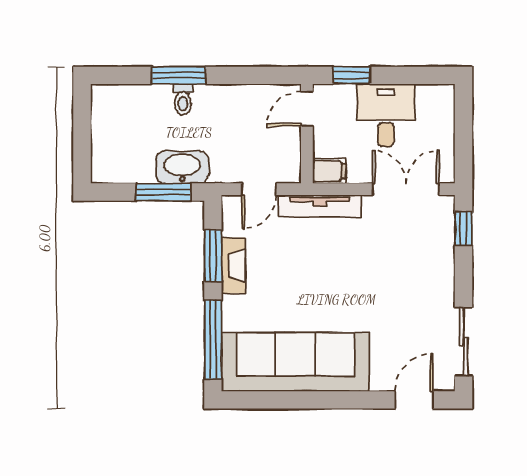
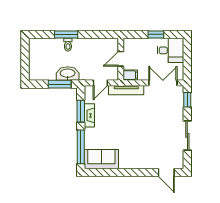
window: (352, 75) -> (156, 34), moved
door: (307, 109) -> (121, 59), moved
desk: (386, 115) -> (170, 50), moved, turned 90
sliding door: (463, 342) -> (187, 135), moved
sofa: (295, 362) -> (101, 159), width x0.54, depth x0.79
door: (414, 400) -> (166, 173), swing flipped

